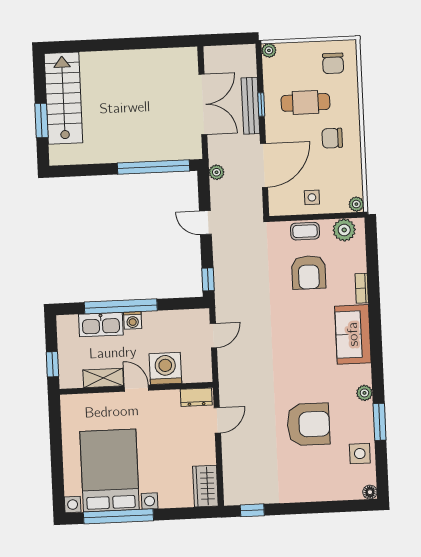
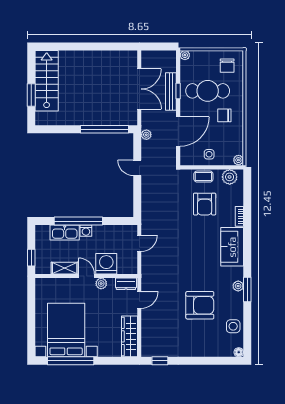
cafe table: (305, 102) -> (208, 91), width x1.37, depth x1.35
window: (208, 279) -> (137, 206), removed
plant: (159, 398) -> (101, 284), added
window: (380, 422) -> (247, 290), moved
wardrobe: (205, 486) -> (129, 336), width x1.50

